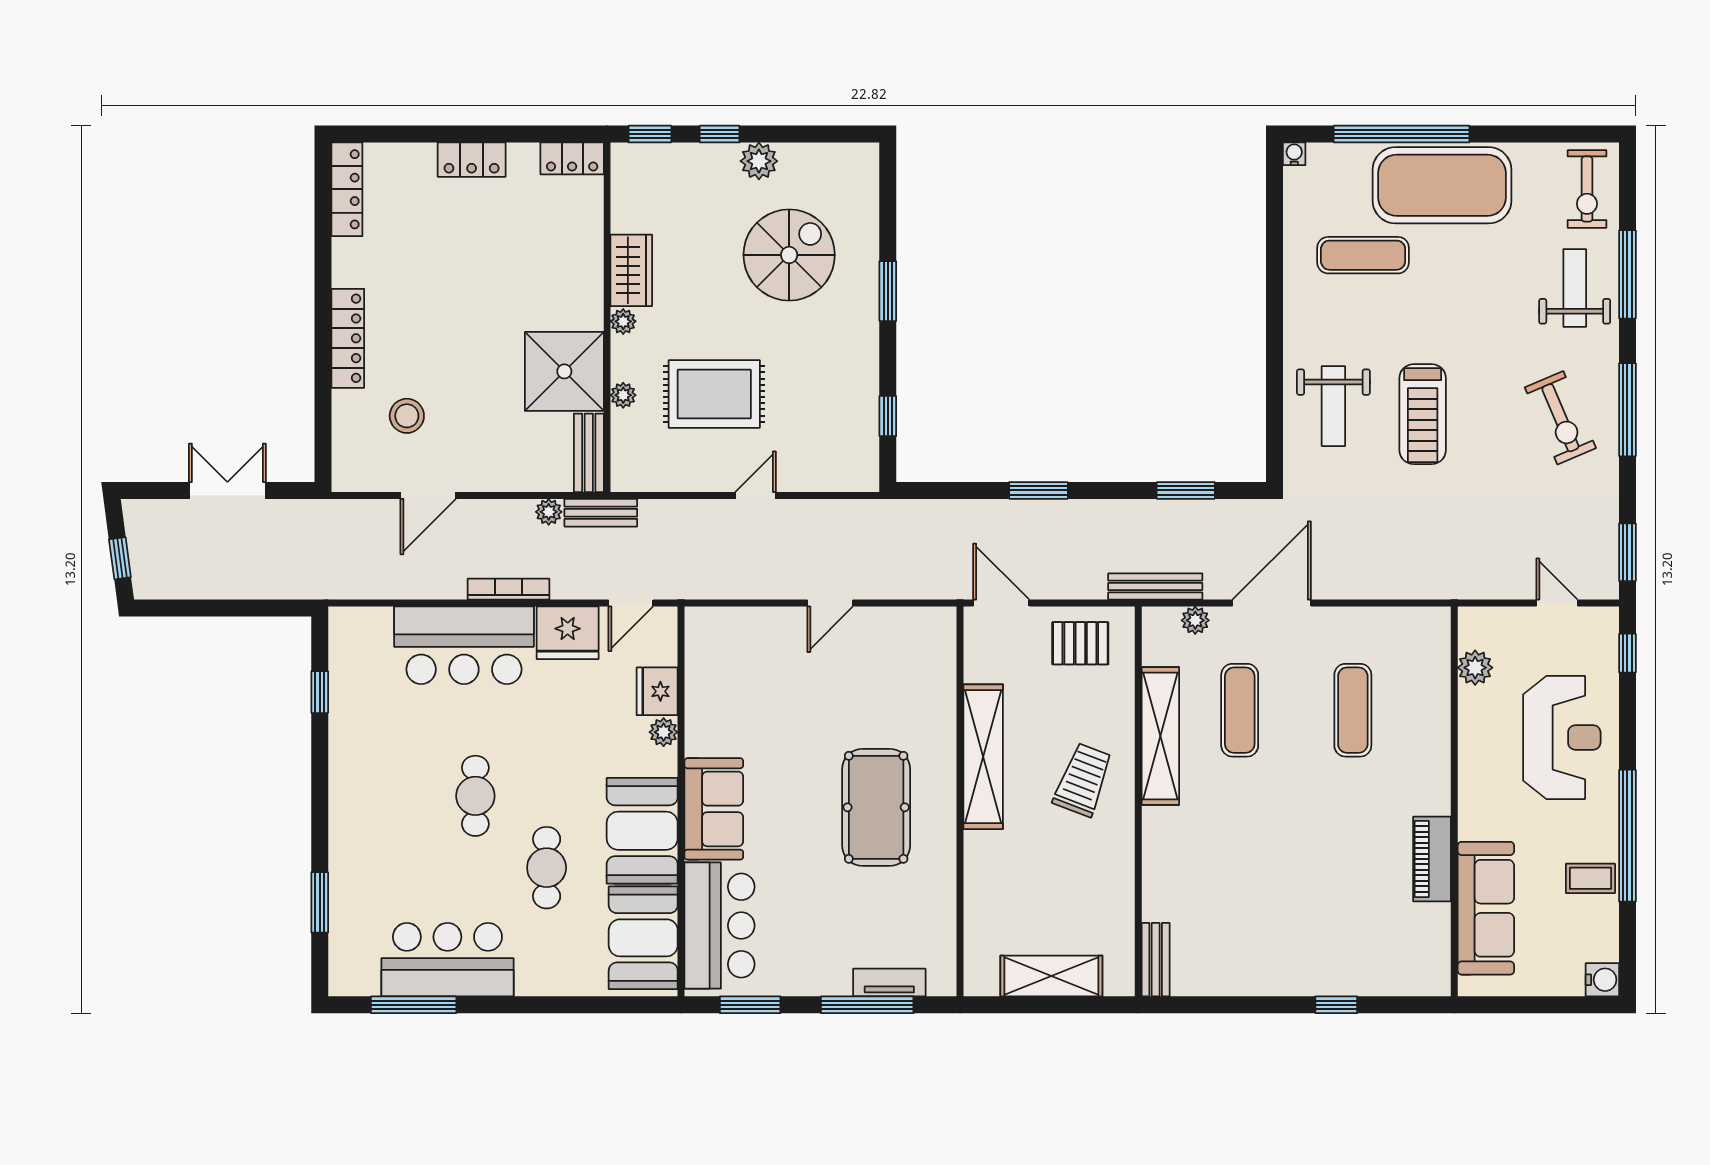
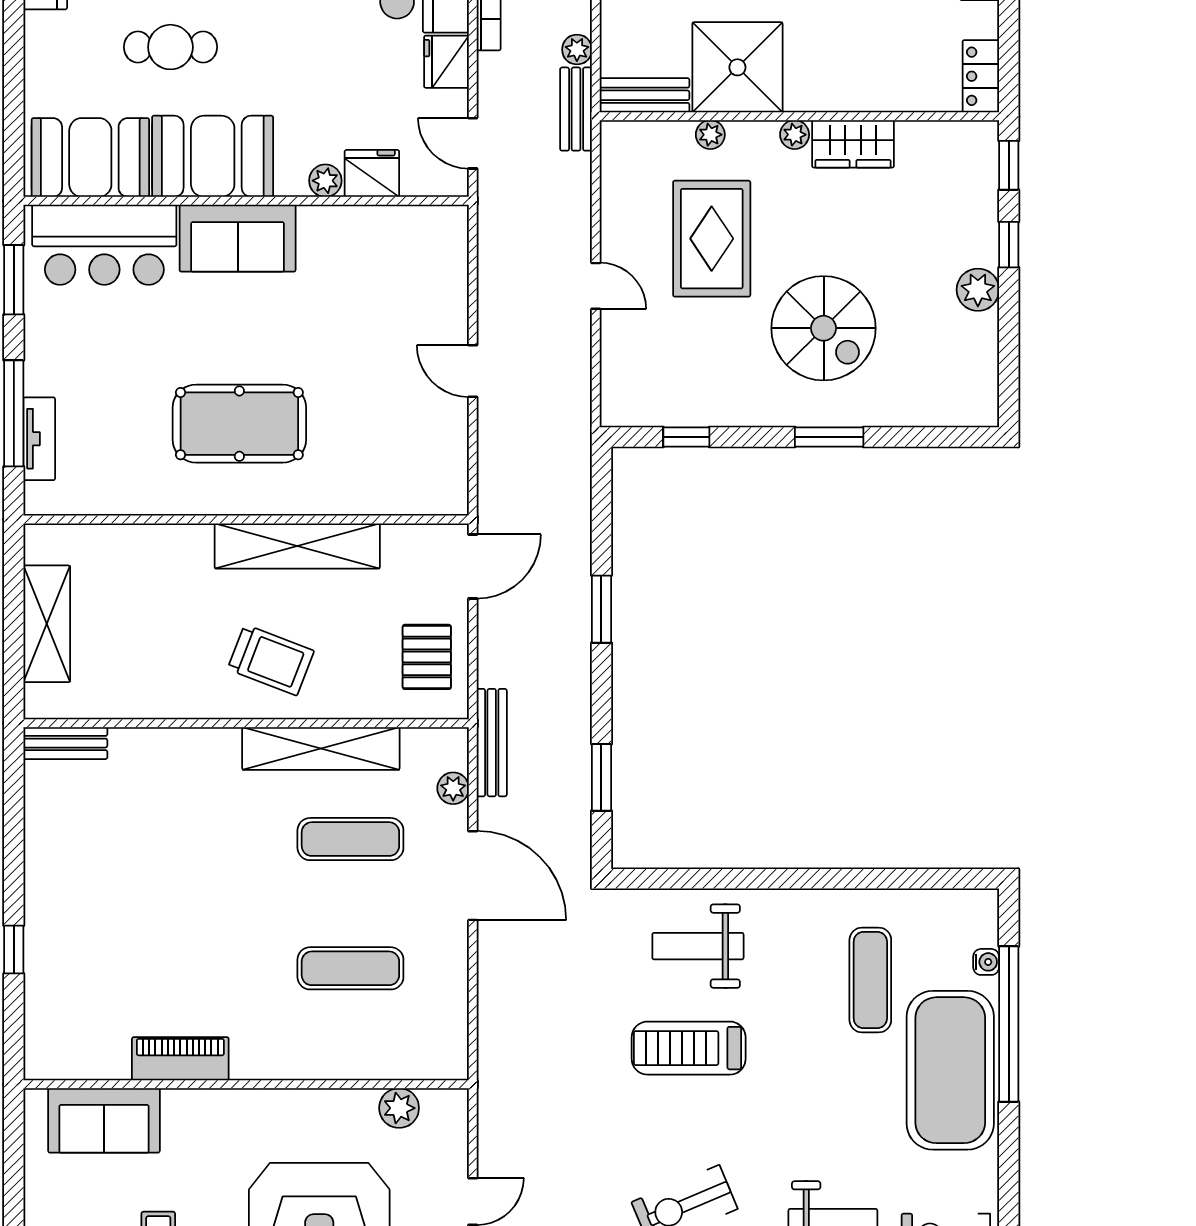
water cooler: (1294, 154) -> (986, 962), moved
spiral stairs: (789, 255) -> (824, 328), moved
fridge: (568, 633) -> (447, 62), width x0.73, depth x0.75
sofa: (1486, 908) -> (104, 1120), width x0.73

